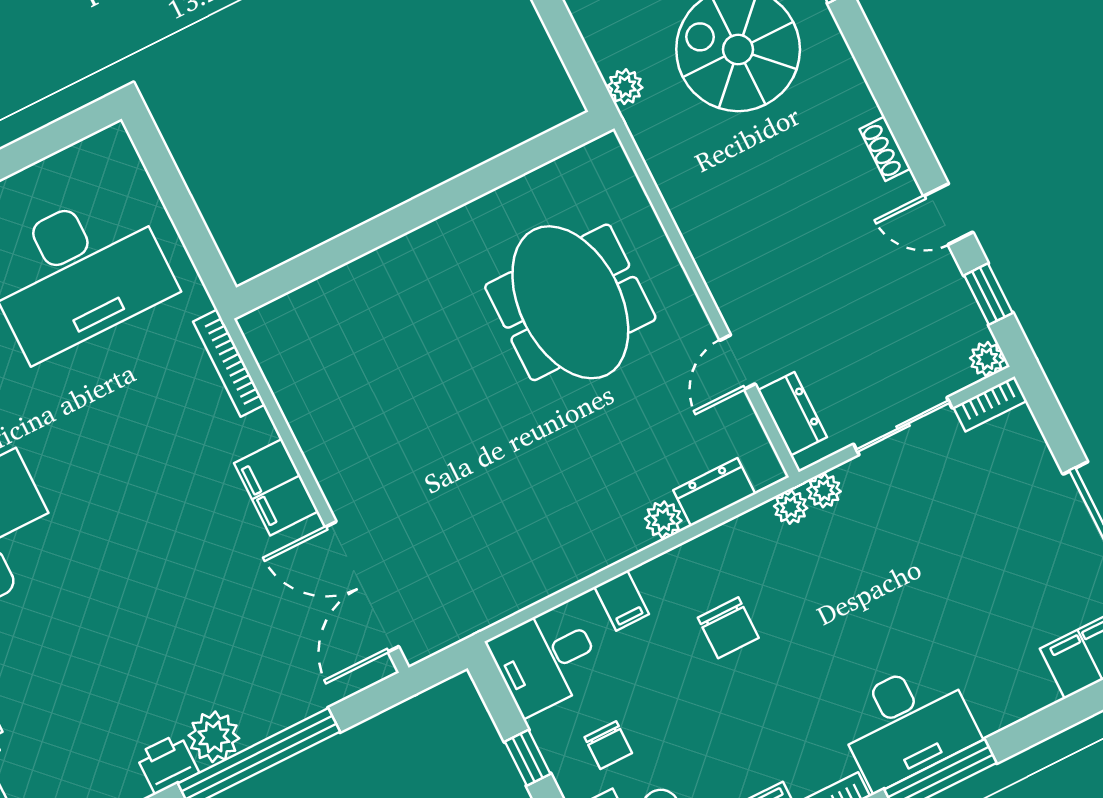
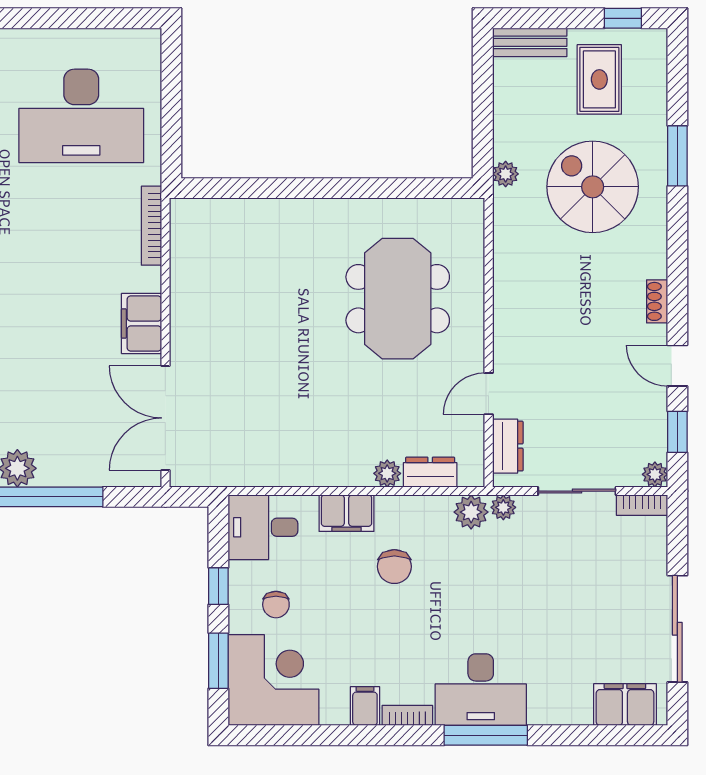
plant: (791, 507) -> (471, 512), width x1.38, depth x1.38
filing cabinet: (622, 600) -> (347, 513), width x2.00

